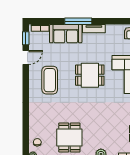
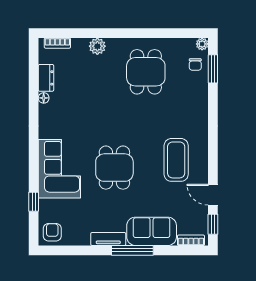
door: (26, 58) -> (213, 195), hinge flipped
dining table: (90, 75) -> (114, 168), turned 90
window: (26, 139) -> (213, 69), added

